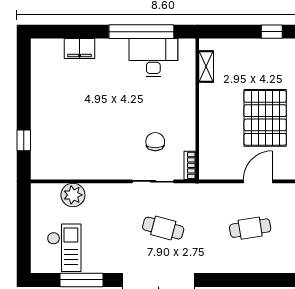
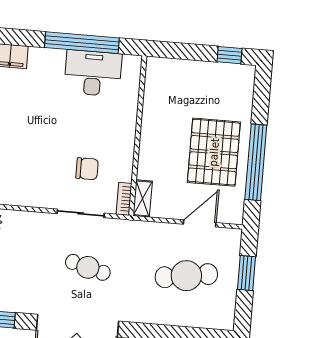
shelving: (206, 67) -> (143, 198), moved
chair: (155, 142) -> (87, 169), turned 90
cafe table: (250, 228) -> (186, 276), width x1.37, depth x1.35

